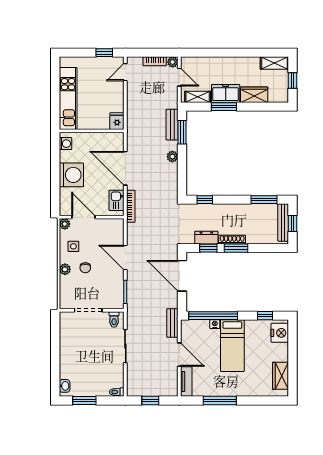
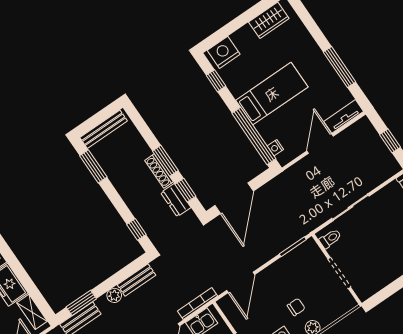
window: (224, 107) -> (23, 277), removed
window: (293, 223) -> (98, 119), removed
door: (125, 257) -> (241, 282), moved
bench: (172, 323) -> (137, 280), moved
nightstand: (215, 324) -> (275, 148), moved

